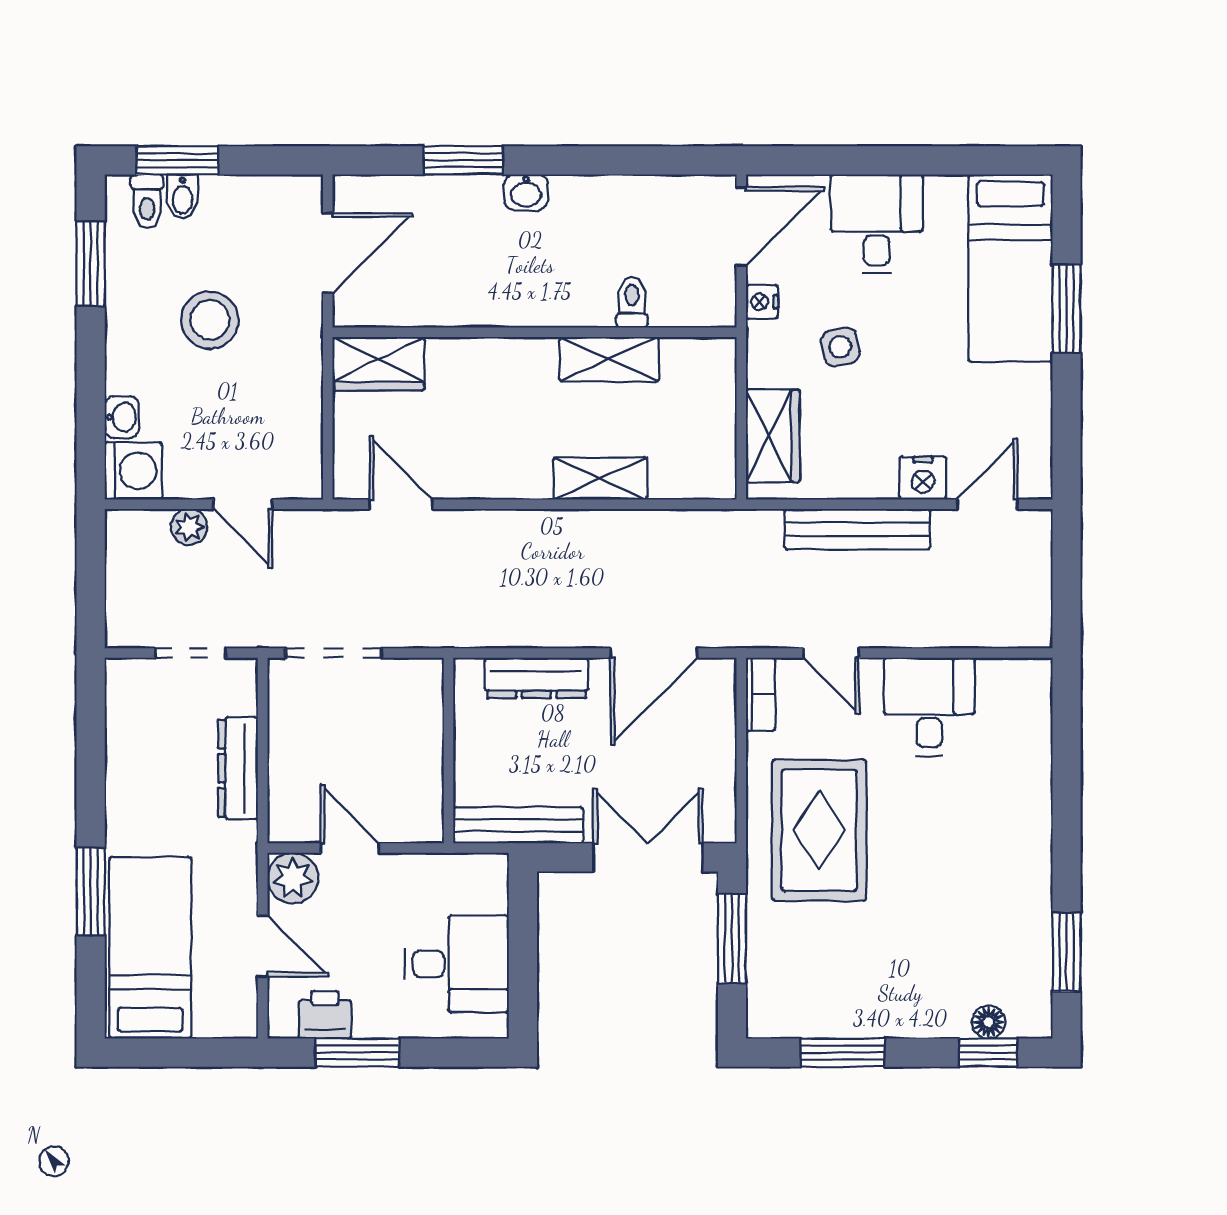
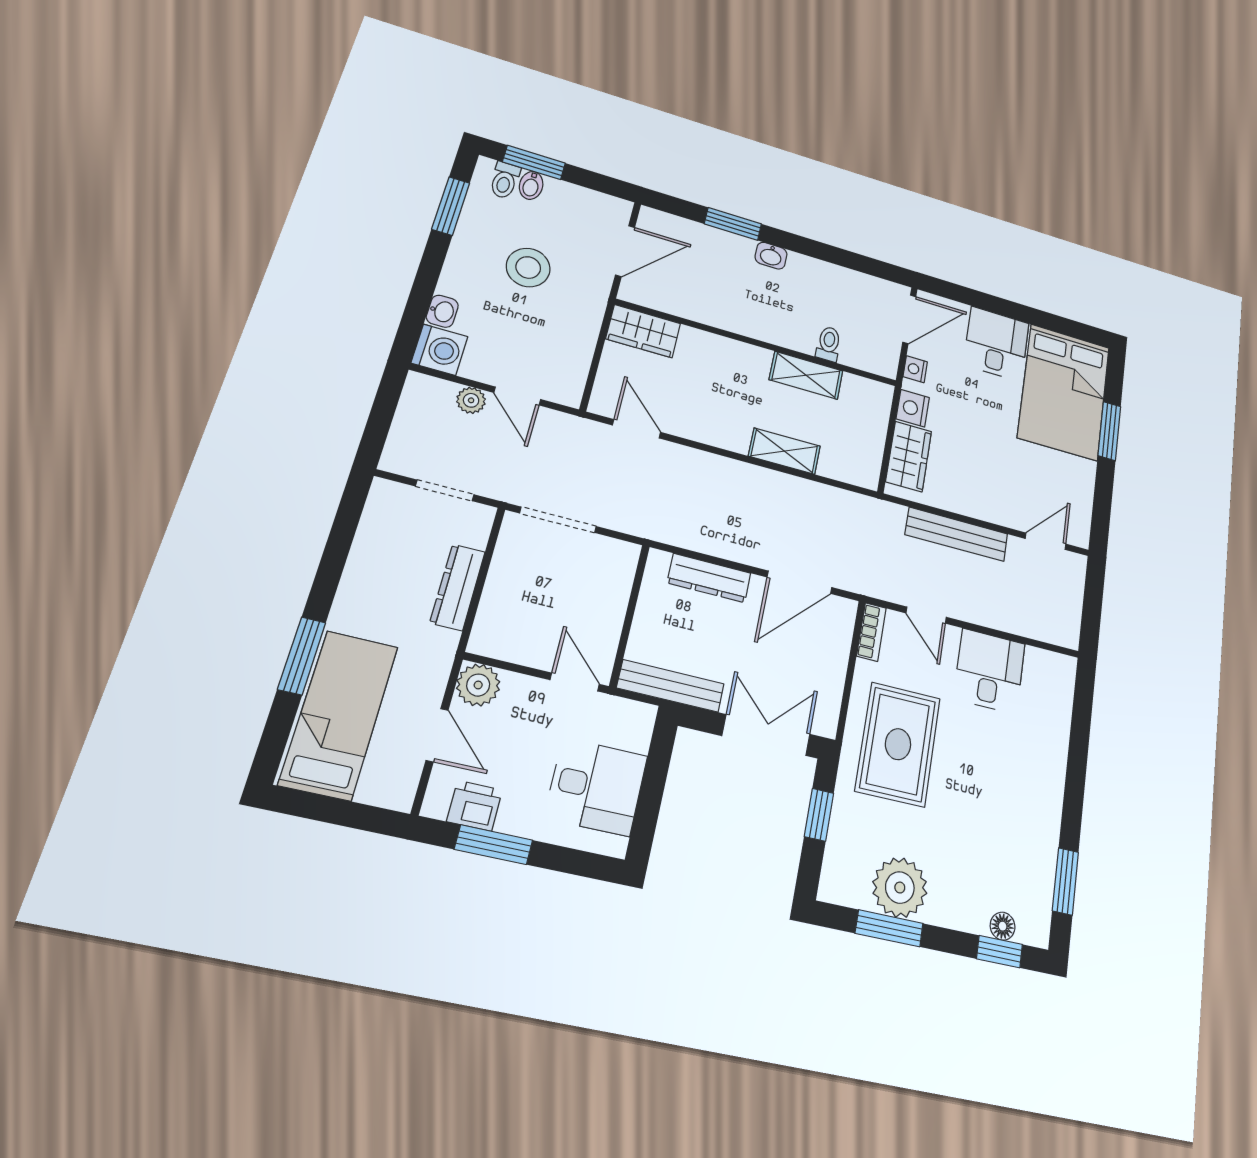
bed: (1010, 268) -> (1064, 392), width x1.50
side table: (840, 347) -> (962, 412), removed
nightstand: (923, 478) -> (913, 408), moved, turned 90
door: (350, 848) -> (575, 682), moved
window: (732, 938) -> (819, 815), width x0.67
plant: (849, 1003) -> (900, 888), added

